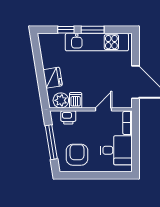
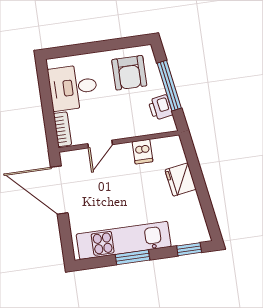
window: (66, 30) -> (189, 249), moved
plant: (61, 100) -> (164, 148), removed
printer: (68, 117) -> (160, 107), moved, turned -99

